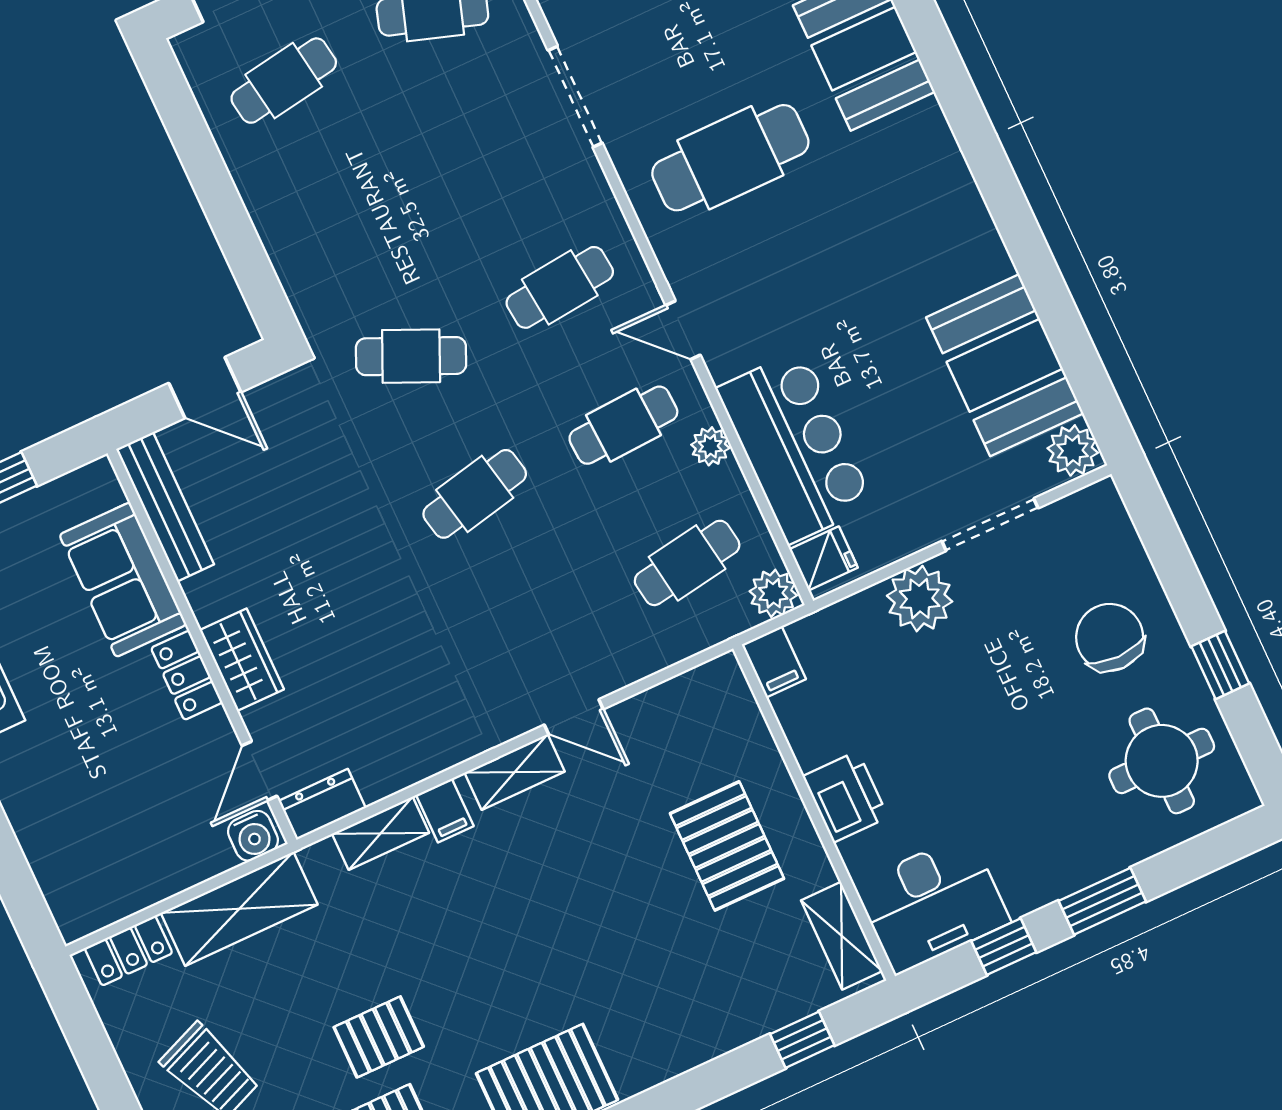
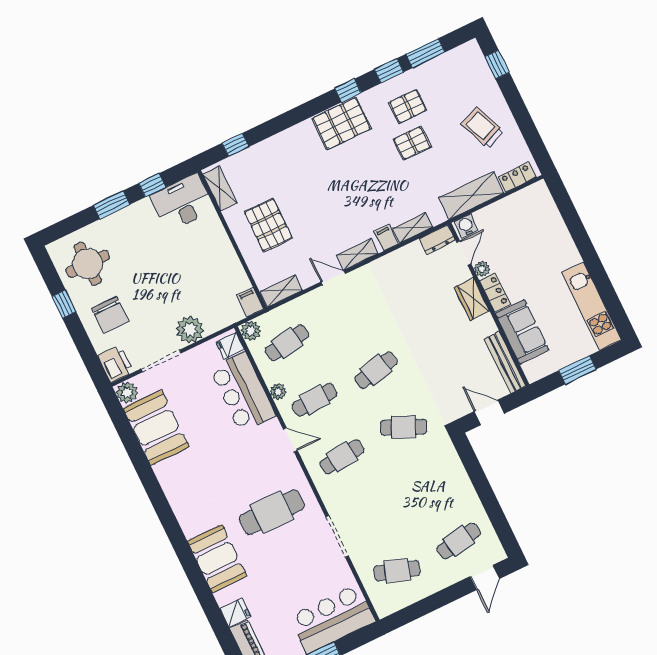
shelving: (698, 688) -> (281, 291), added
plant: (216, 732) -> (482, 269), added
printer: (846, 797) -> (115, 364), moved, turned 180

